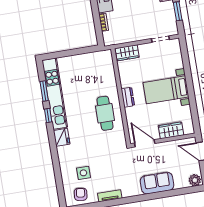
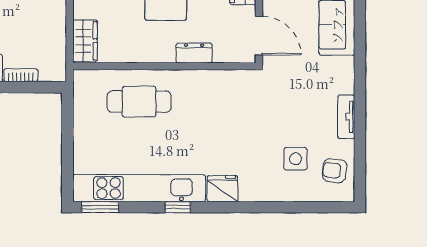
window: (44, 91) -> (100, 207), moved
dresser: (128, 97) -> (194, 53), moved
cafe table: (105, 113) -> (139, 102), moved
door: (145, 143) -> (259, 36), swing flipped

